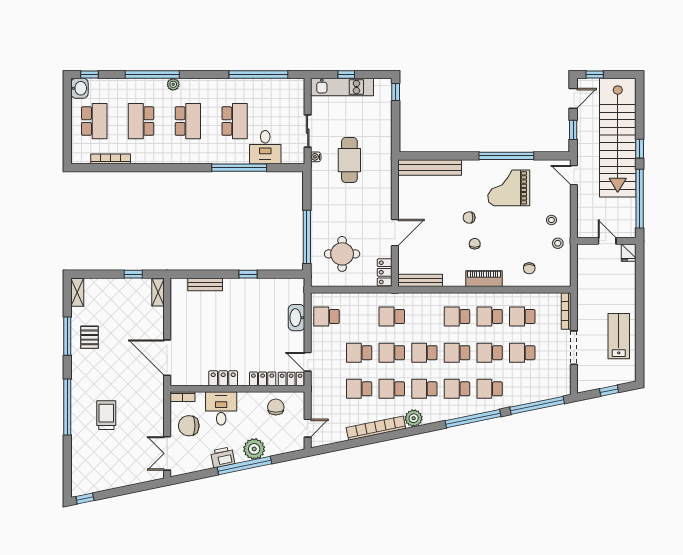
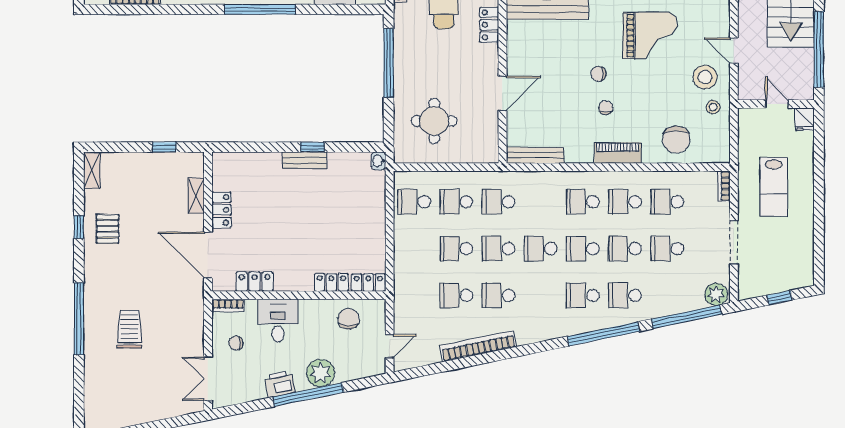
window: (239, 168) -> (260, 9), moved
door: (574, 175) -> (734, 51), moved
grand piano: (509, 188) -> (650, 36), turned 180
stool: (551, 220) -> (705, 77), width x1.89, depth x1.89
window: (307, 237) -> (389, 63), moved
chair: (529, 268) -> (676, 140), width x1.87, depth x1.87
locker: (385, 272) -> (489, 25), moved
bench: (205, 284) -> (305, 160), moved
shelving: (158, 292) -> (196, 196), moved
bookcase: (566, 311) -> (724, 186), width x0.64
washbasin: (297, 318) -> (379, 161), moved, width x0.52, depth x0.69
locker: (178, 323) -> (221, 210), added
window: (67, 336) -> (79, 227), width x0.46
lab bench: (619, 336) -> (774, 187), moved, turned 180
door: (308, 362) -> (390, 260), removed
locker: (223, 378) -> (255, 282), moved
school desk: (424, 389) -> (456, 202), moved
plant: (414, 418) -> (716, 294), moved
chair: (189, 426) -> (236, 343), width x0.54, depth x0.54

